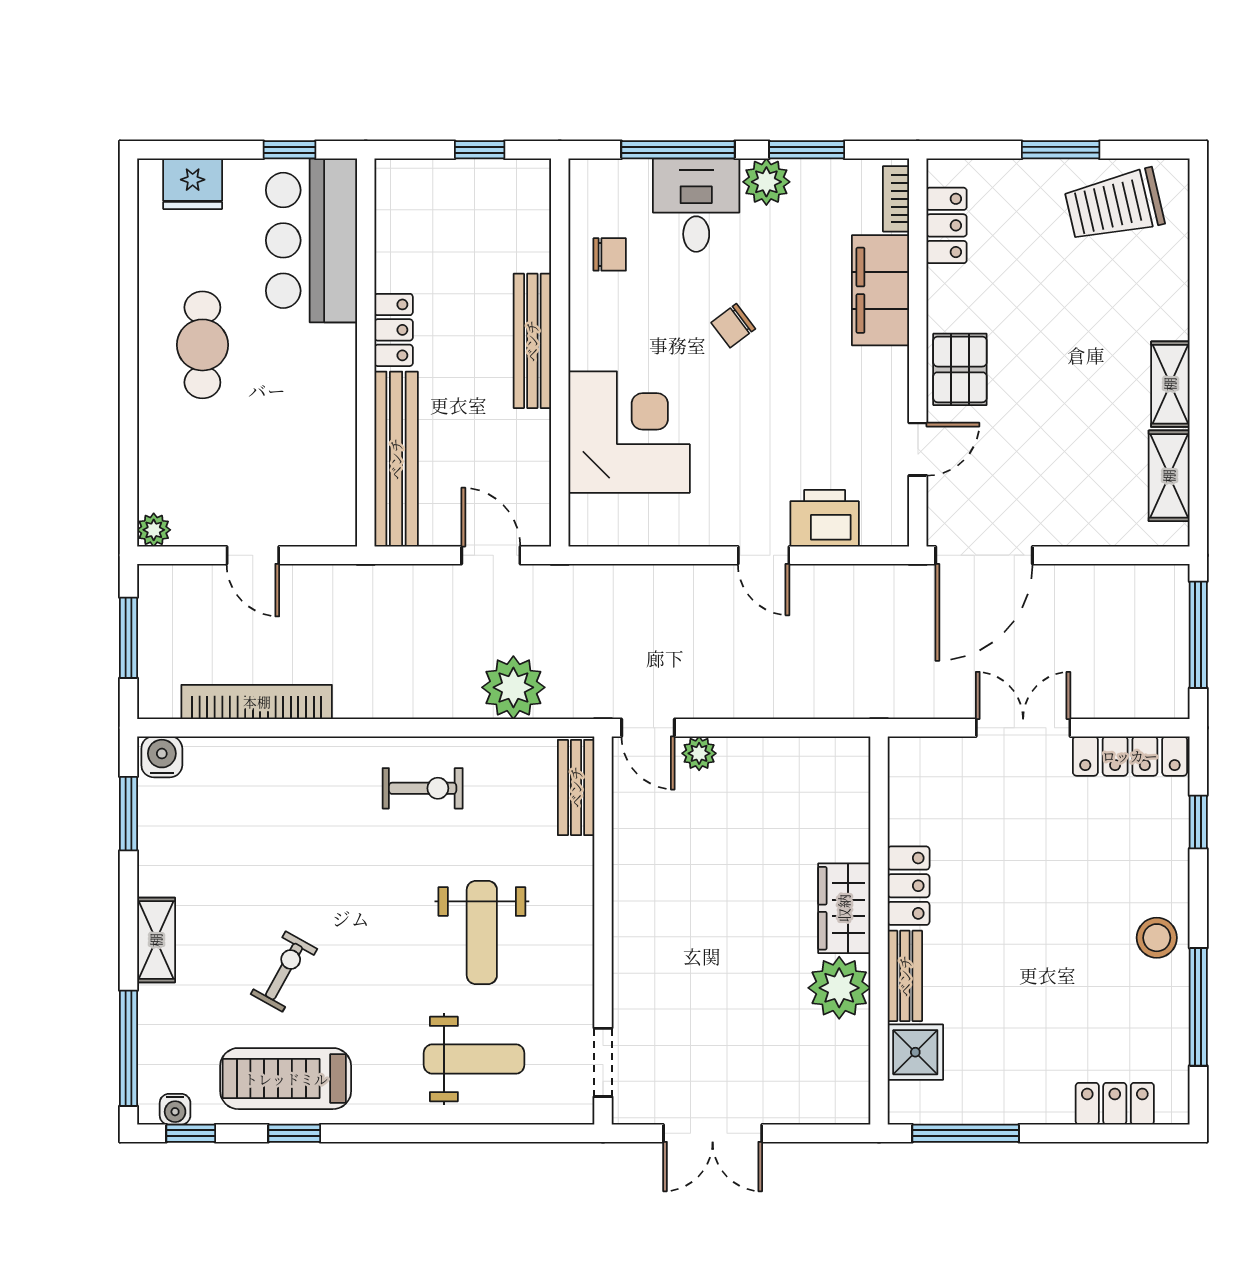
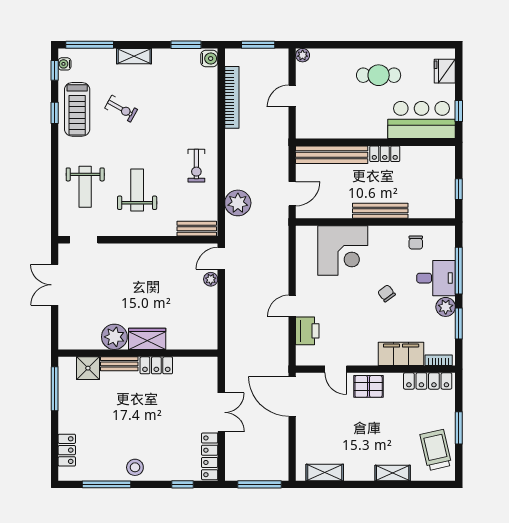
locker: (947, 225) -> (428, 381), width x1.53
shelving: (1170, 384) -> (393, 473), moved
weight bench: (482, 933) -> (137, 190), turned 90
treadmill: (286, 1079) -> (77, 109), turned 180

